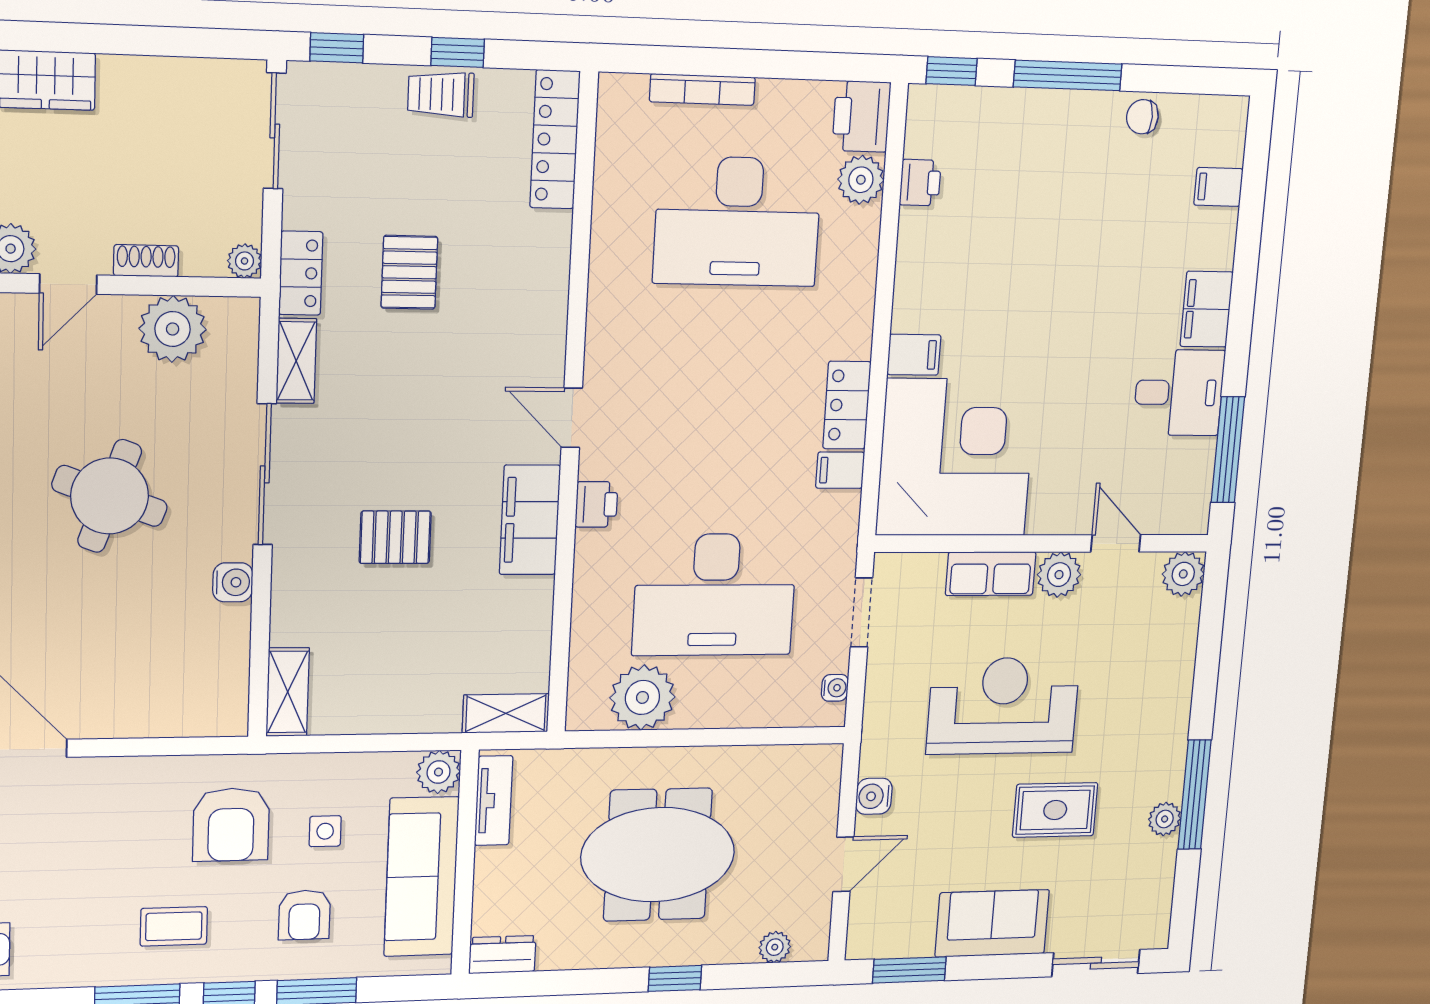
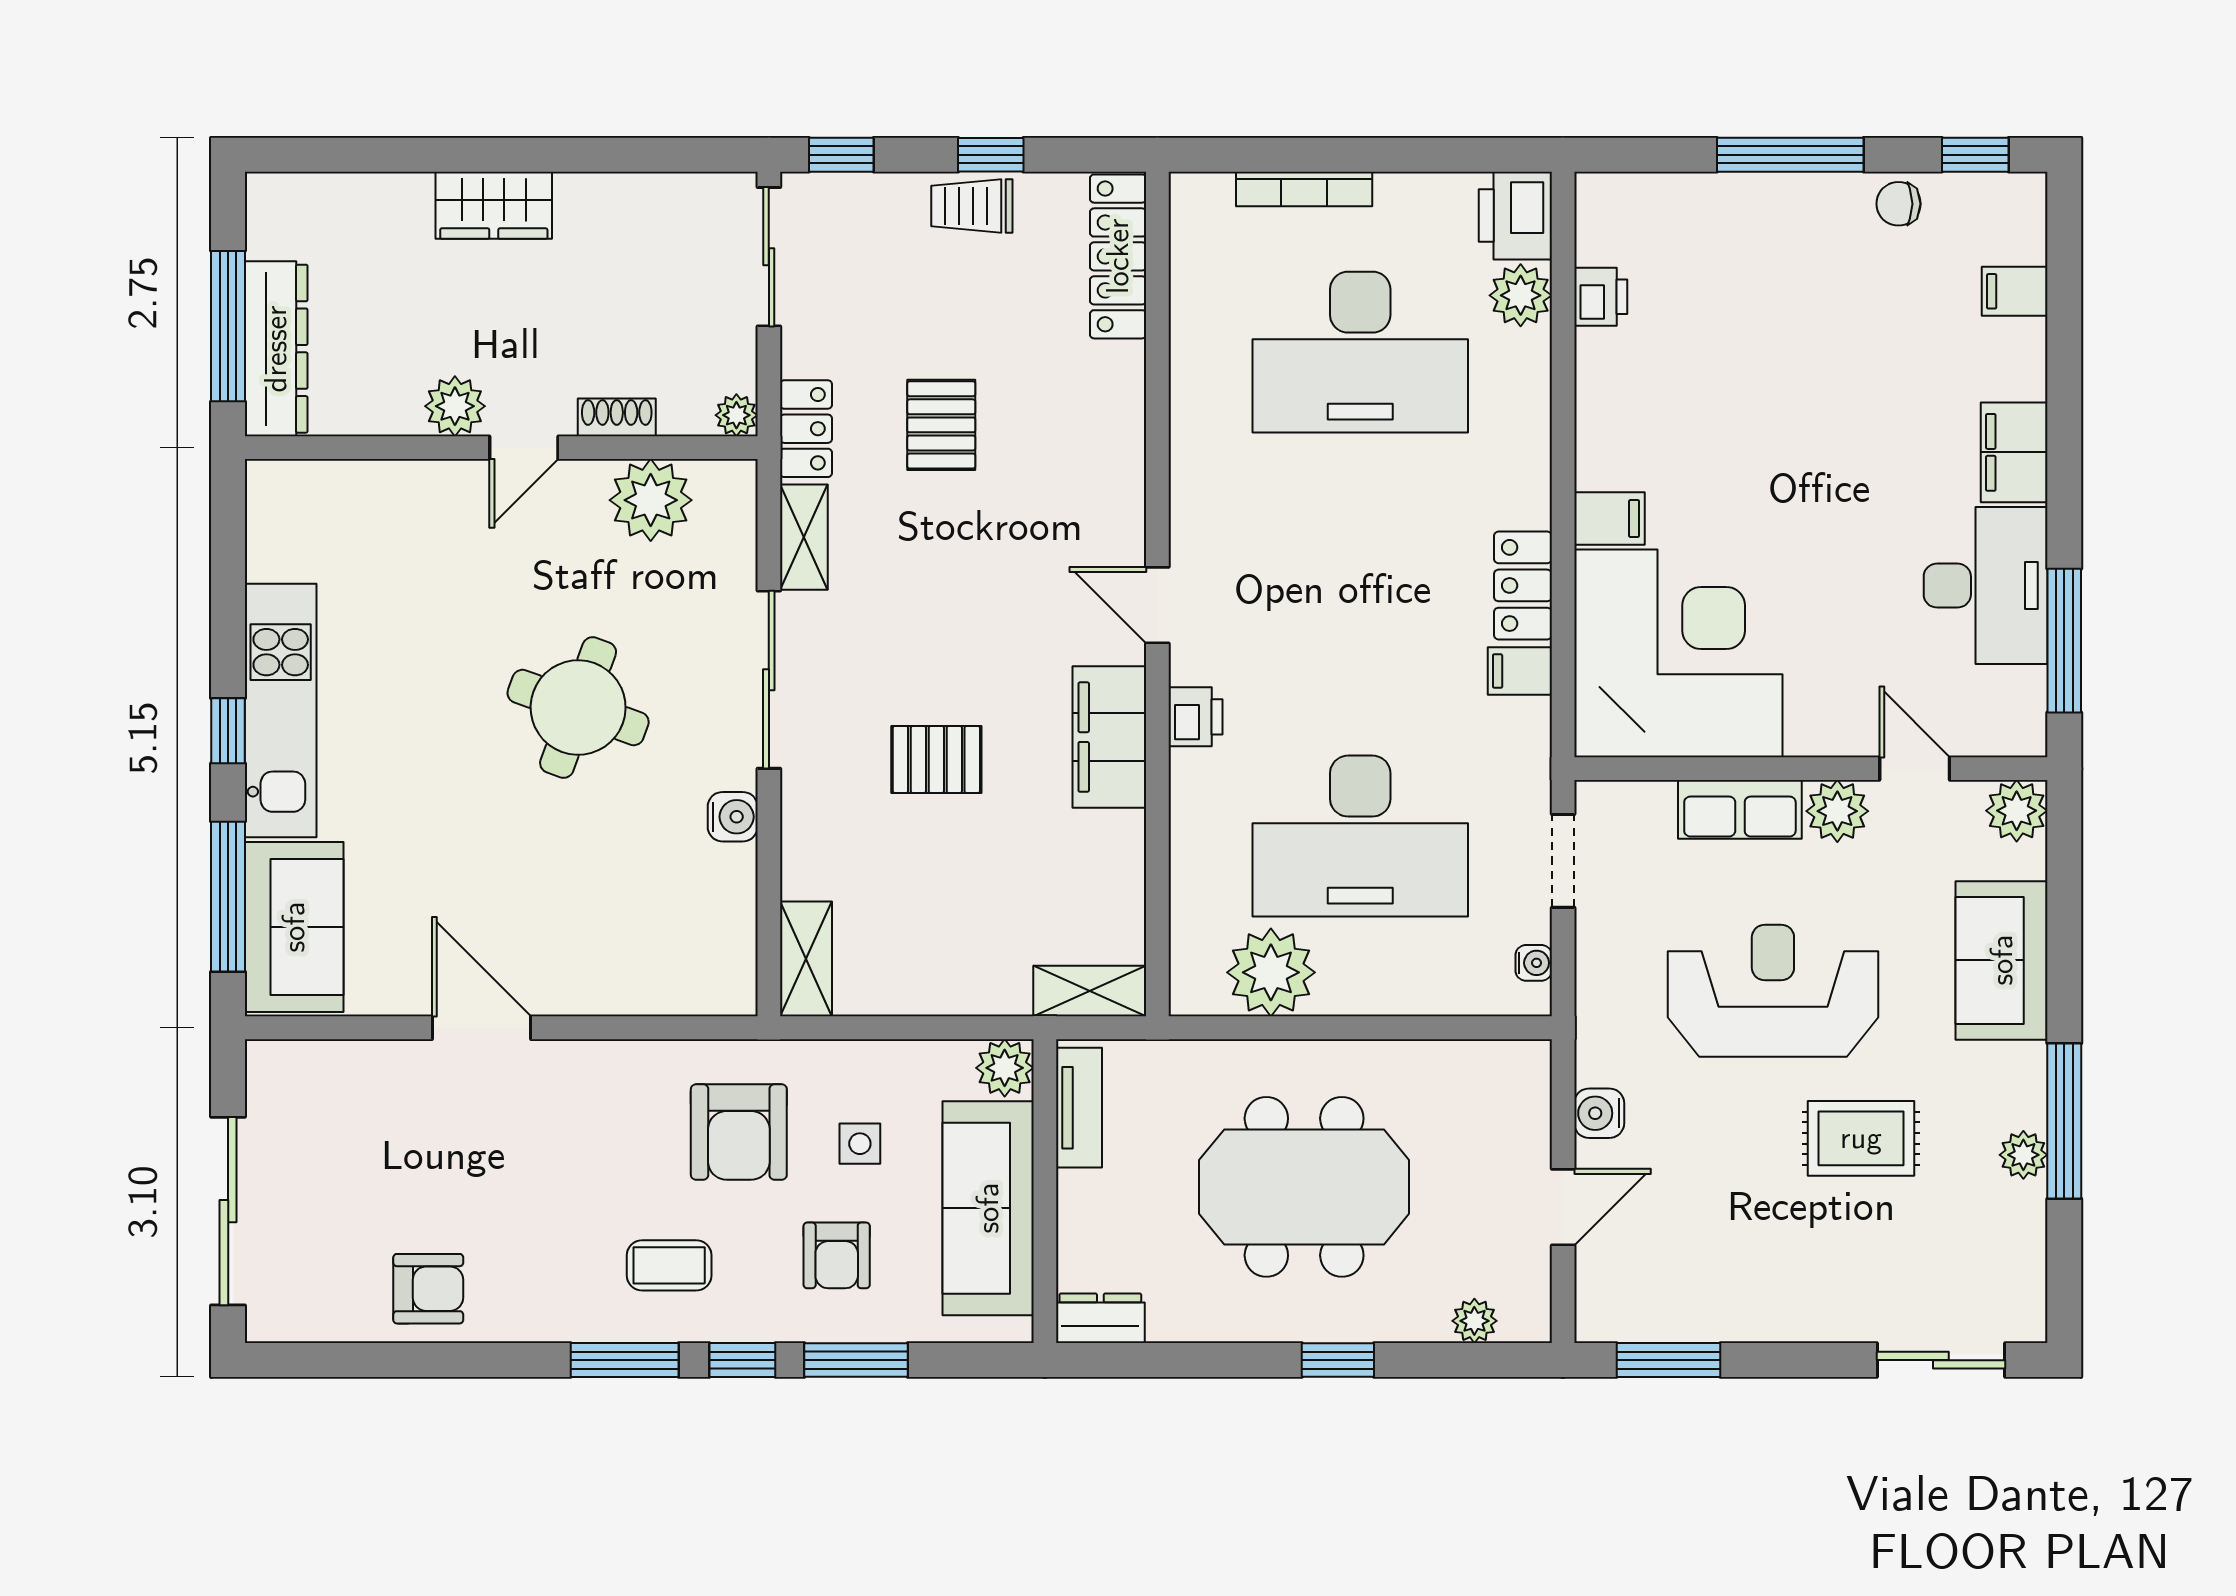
window: (952, 71) -> (1975, 155), moved
desk: (1179, 393) -> (1986, 586), width x1.37
sofa: (992, 923) -> (2002, 960), moved, turned -90

